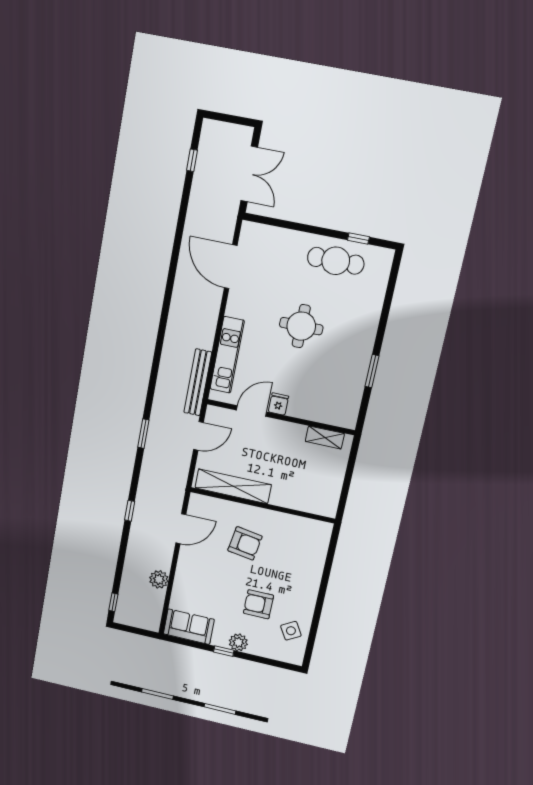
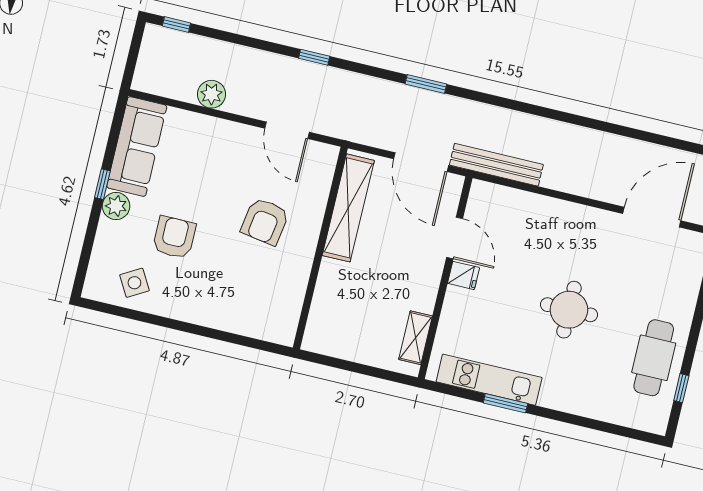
kitchen unit: (227, 355) -> (489, 380), moved, turned 180
door: (198, 436) -> (421, 162), width x1.36
sofa: (189, 627) -> (137, 147), width x1.36

